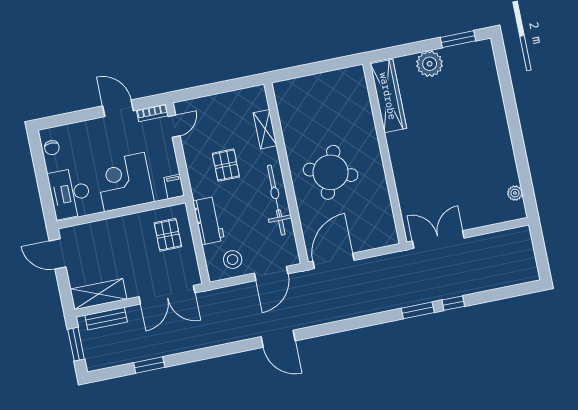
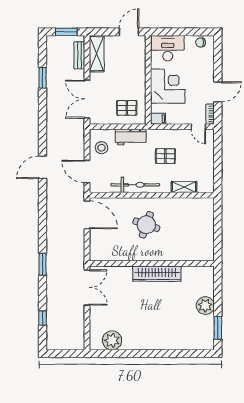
wardrobe: (388, 96) -> (157, 274), moved
round table: (331, 172) -> (146, 225), width x0.73, depth x0.73
plant: (515, 193) -> (112, 340), width x1.88, depth x1.88
window: (453, 303) -> (43, 318), moved

